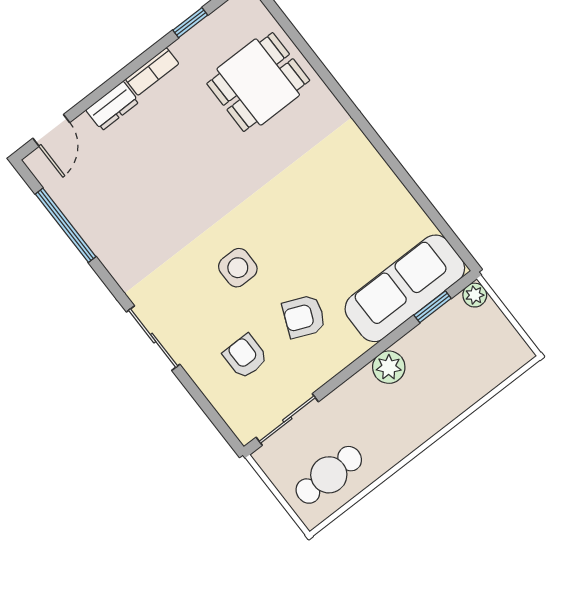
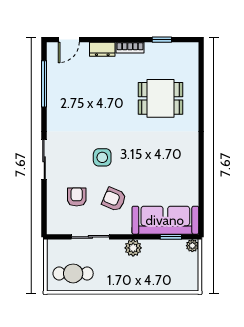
dining table: (258, 82) -> (160, 98), moved
sliding door: (287, 419) -> (90, 237), moved

